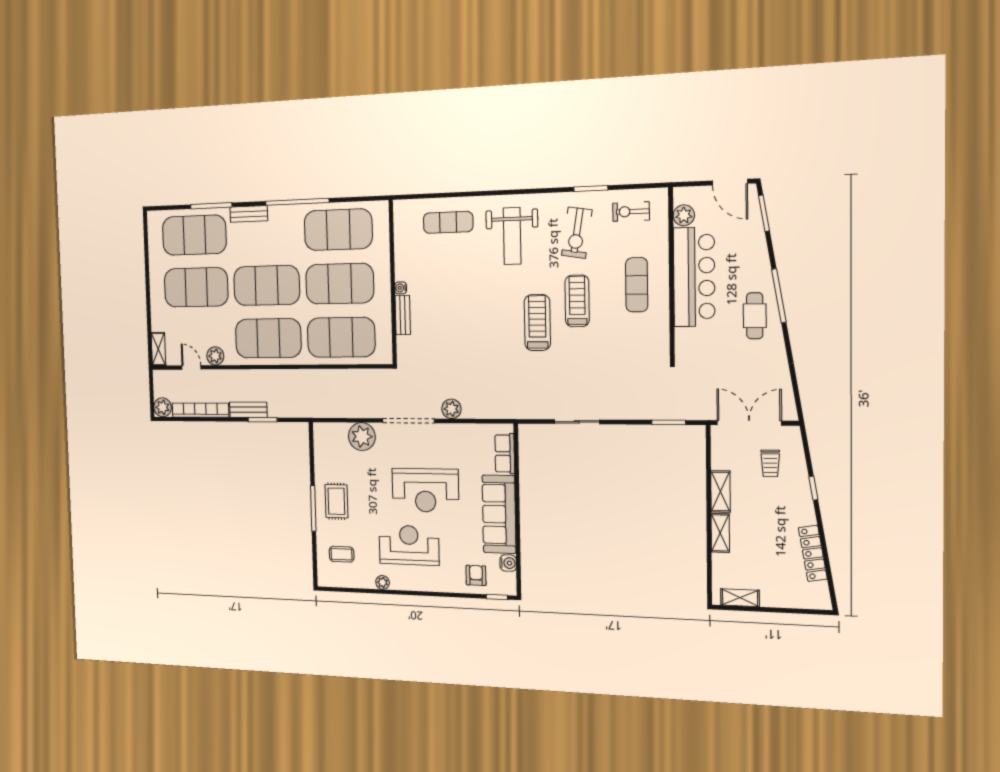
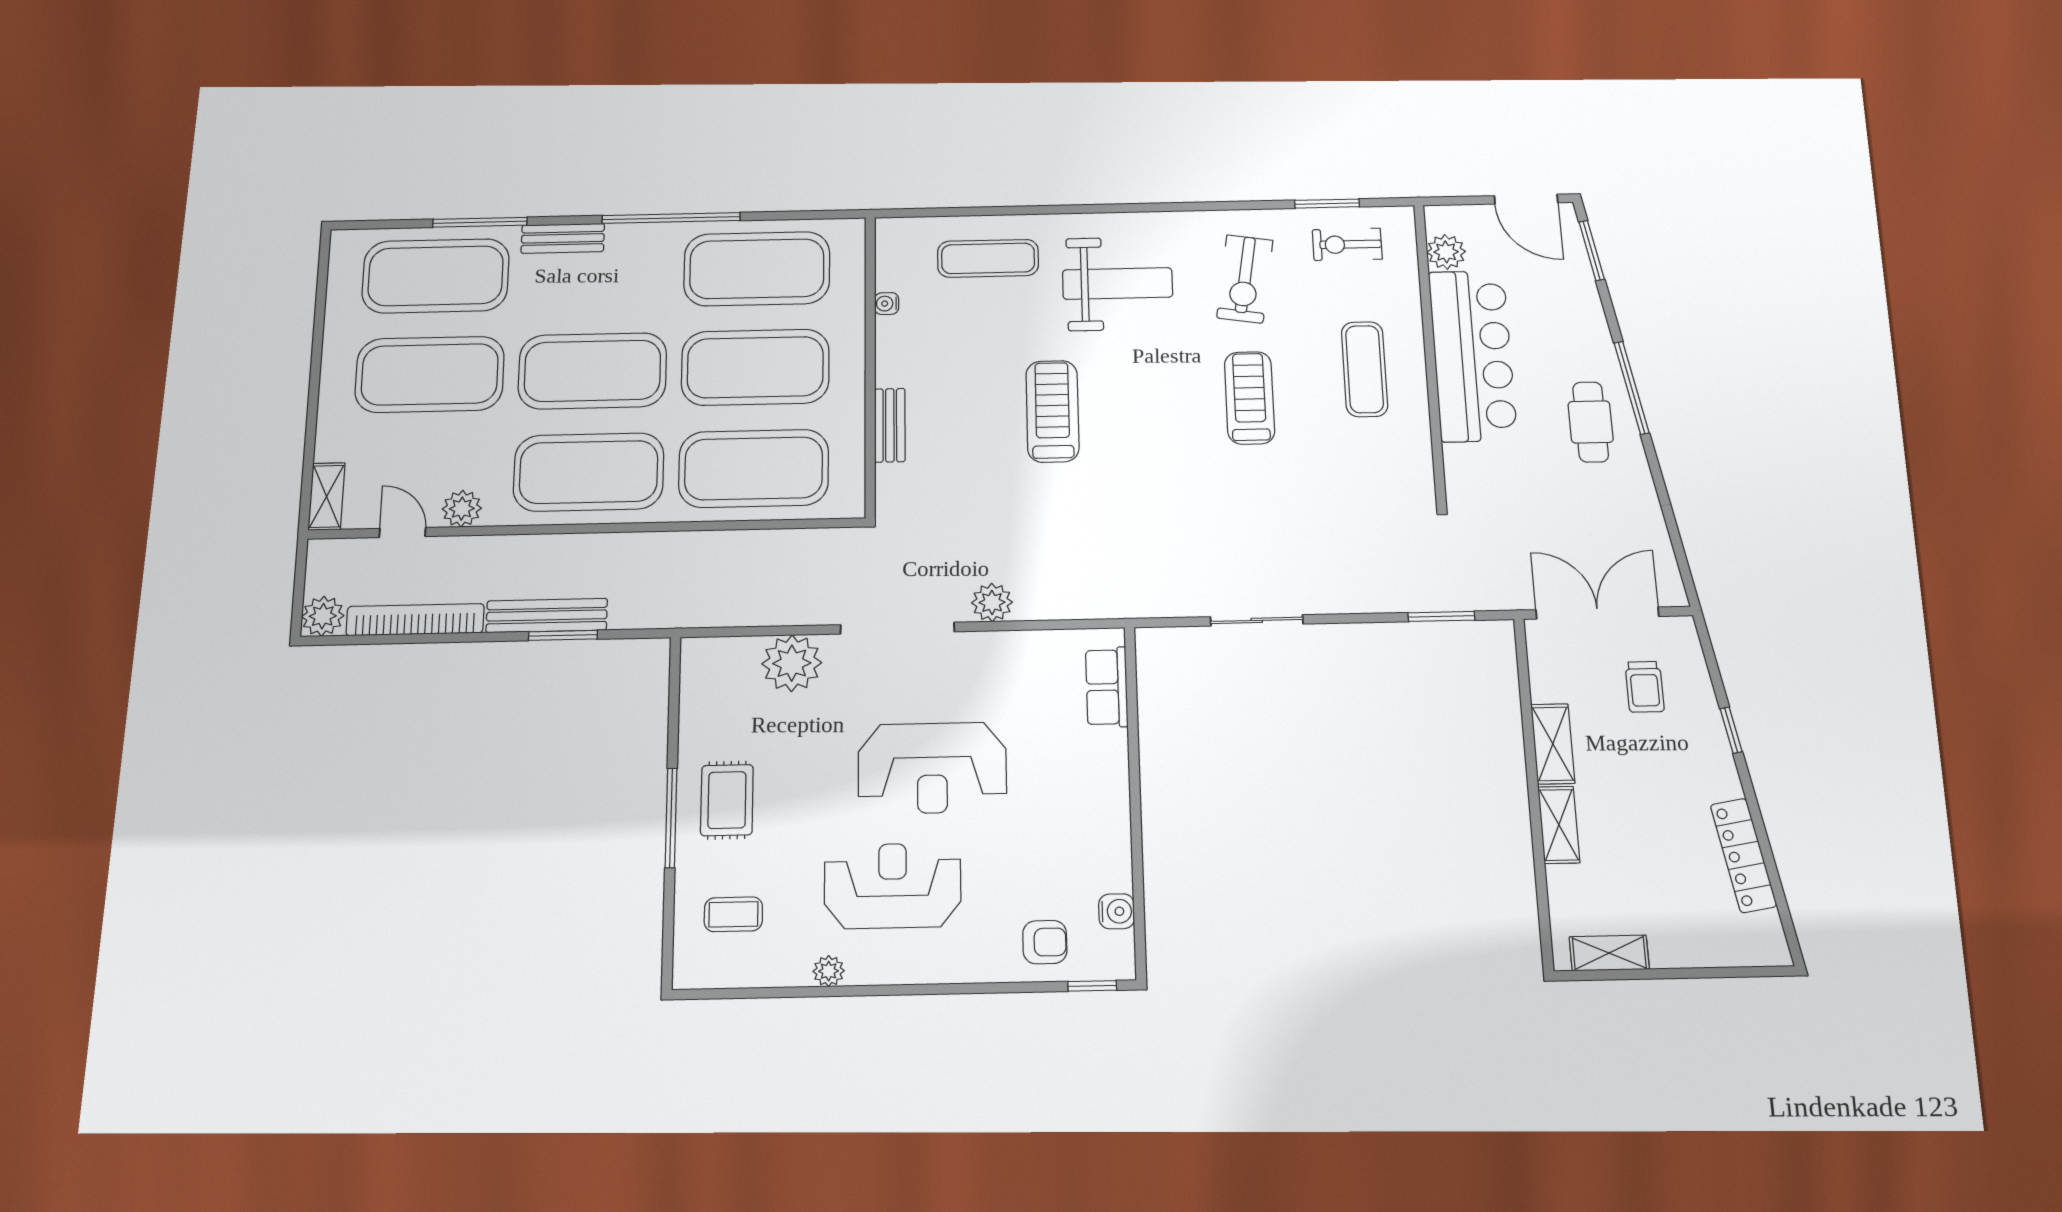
window: (591, 188) -> (1327, 204), moved
weight bench: (512, 236) -> (1118, 284), turned -90
water cooler: (401, 288) -> (887, 304), moved
treadmill: (537, 323) -> (1052, 411), moved
bench: (248, 410) -> (547, 616), width x1.36
sofa: (499, 514) -> (1096, 810), removed
armchair: (476, 575) -> (1045, 942), turned 90

